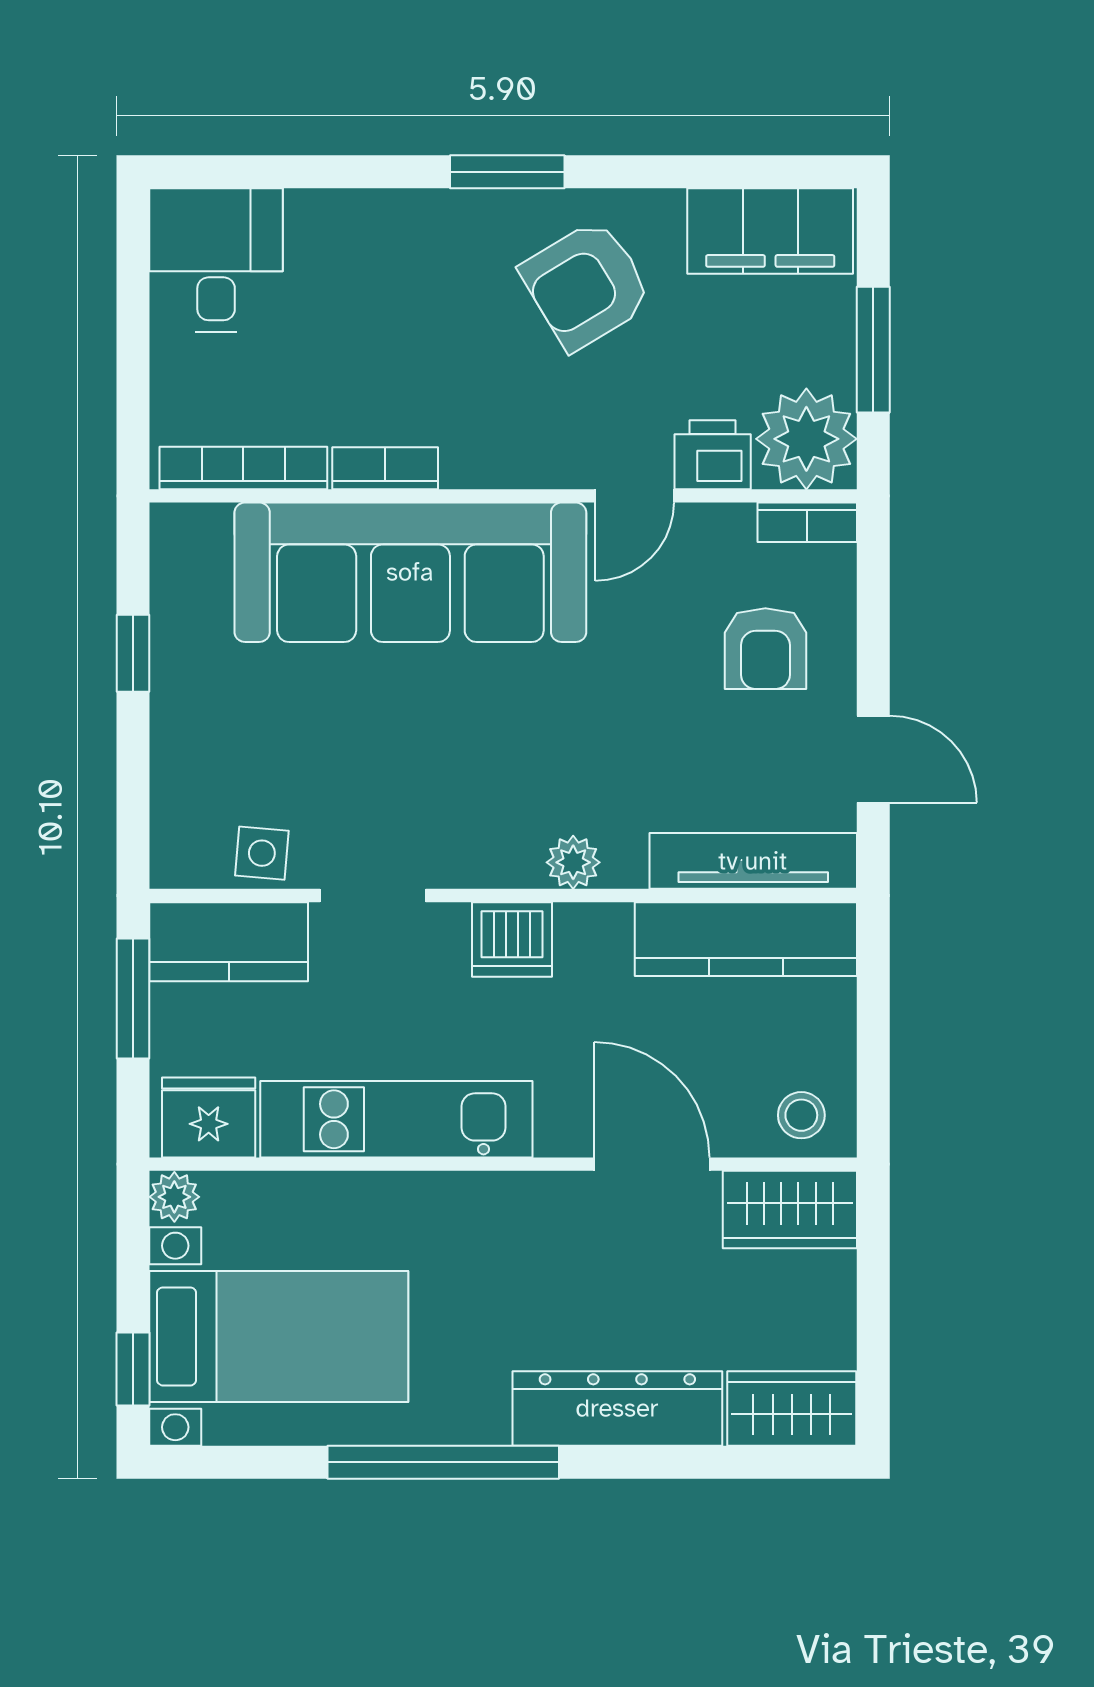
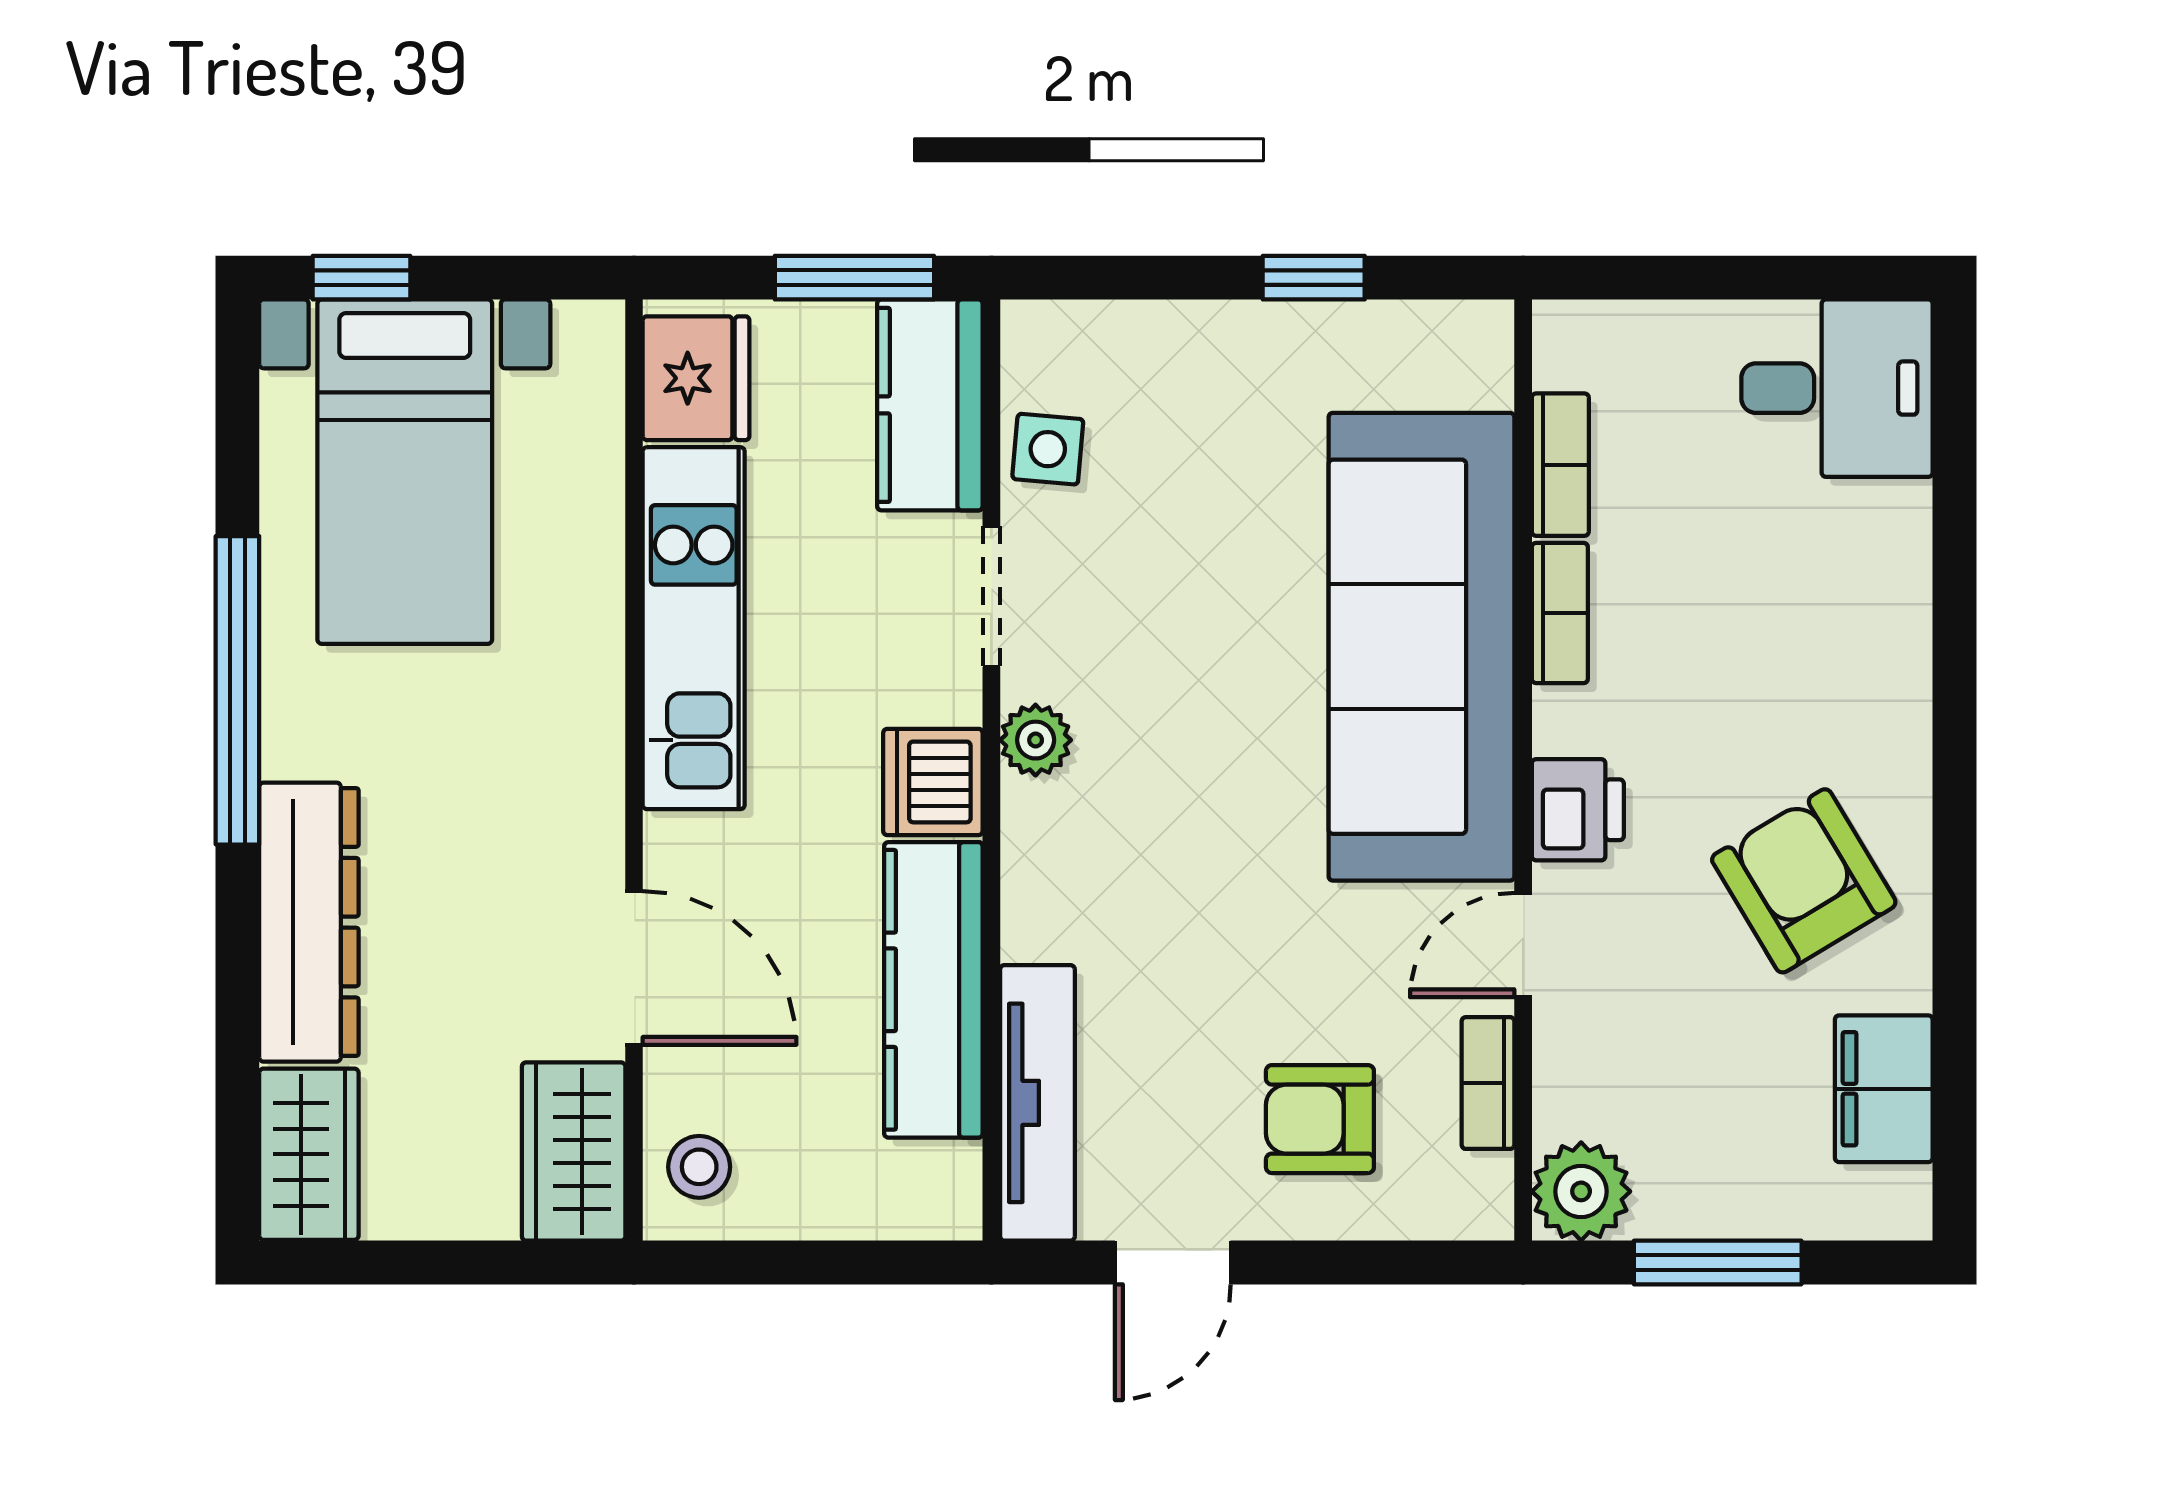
window: (507, 172) -> (1954, 776), removed
filing cabinet: (770, 231) -> (1884, 1089), width x0.67, depth x0.86
plant: (806, 439) -> (1581, 1191), width x0.73, depth x0.73
printer: (713, 455) -> (1578, 810), moved
bookcase: (243, 468) -> (1560, 465), width x0.64
door: (635, 496) -> (1523, 945), hinge flipped
bookcase: (807, 522) -> (1488, 1083), moved
plant: (573, 862) -> (1036, 740), moved
kitchen counter: (746, 939) -> (933, 990), moved
door: (652, 1164) -> (634, 968), hinge flipped
plant: (174, 1197) -> (590, 333), removed

